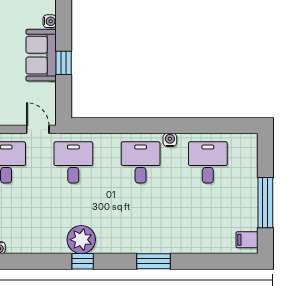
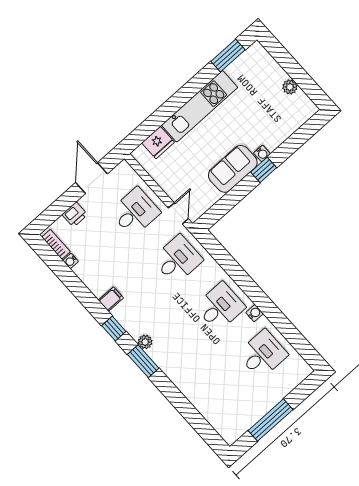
window: (64, 63) -> (264, 170), moved
plant: (81, 240) -> (145, 342), moved, width x0.53, depth x0.53
filing cabinet: (247, 240) -> (111, 299), moved, turned 90
window: (153, 261) -> (143, 361), moved

